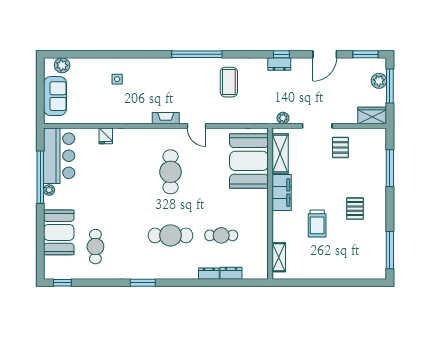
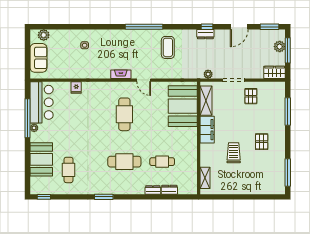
trolley: (317, 223) -> (234, 153), turned 180

